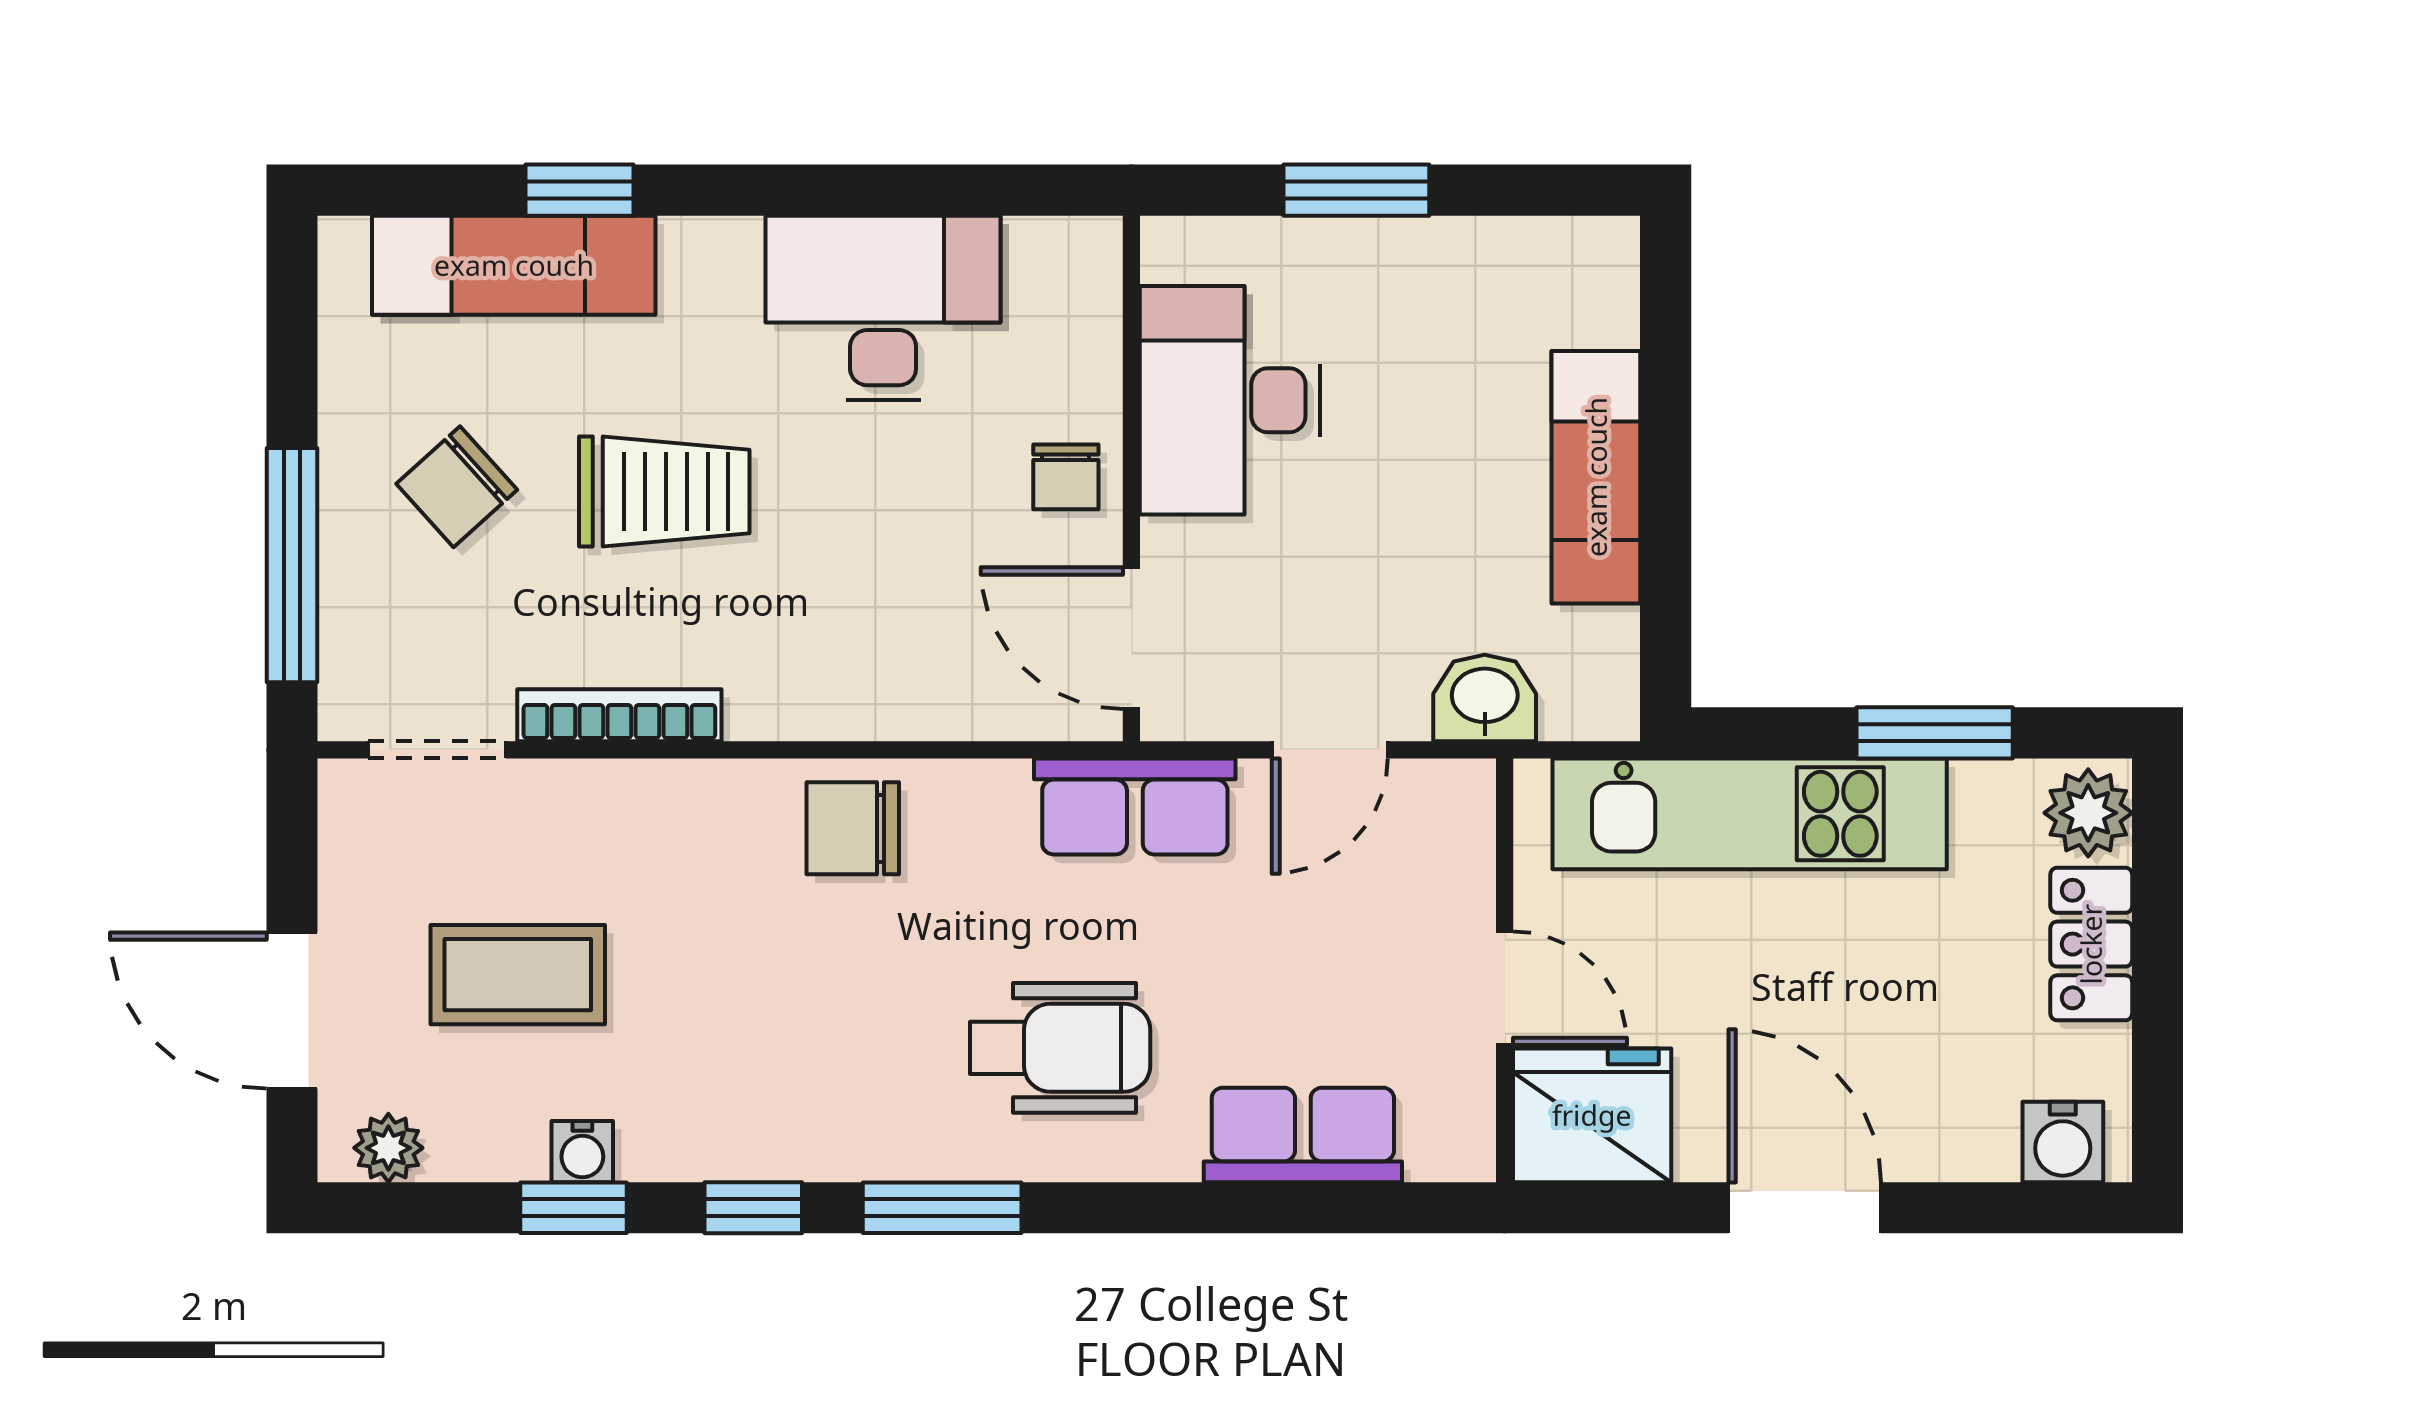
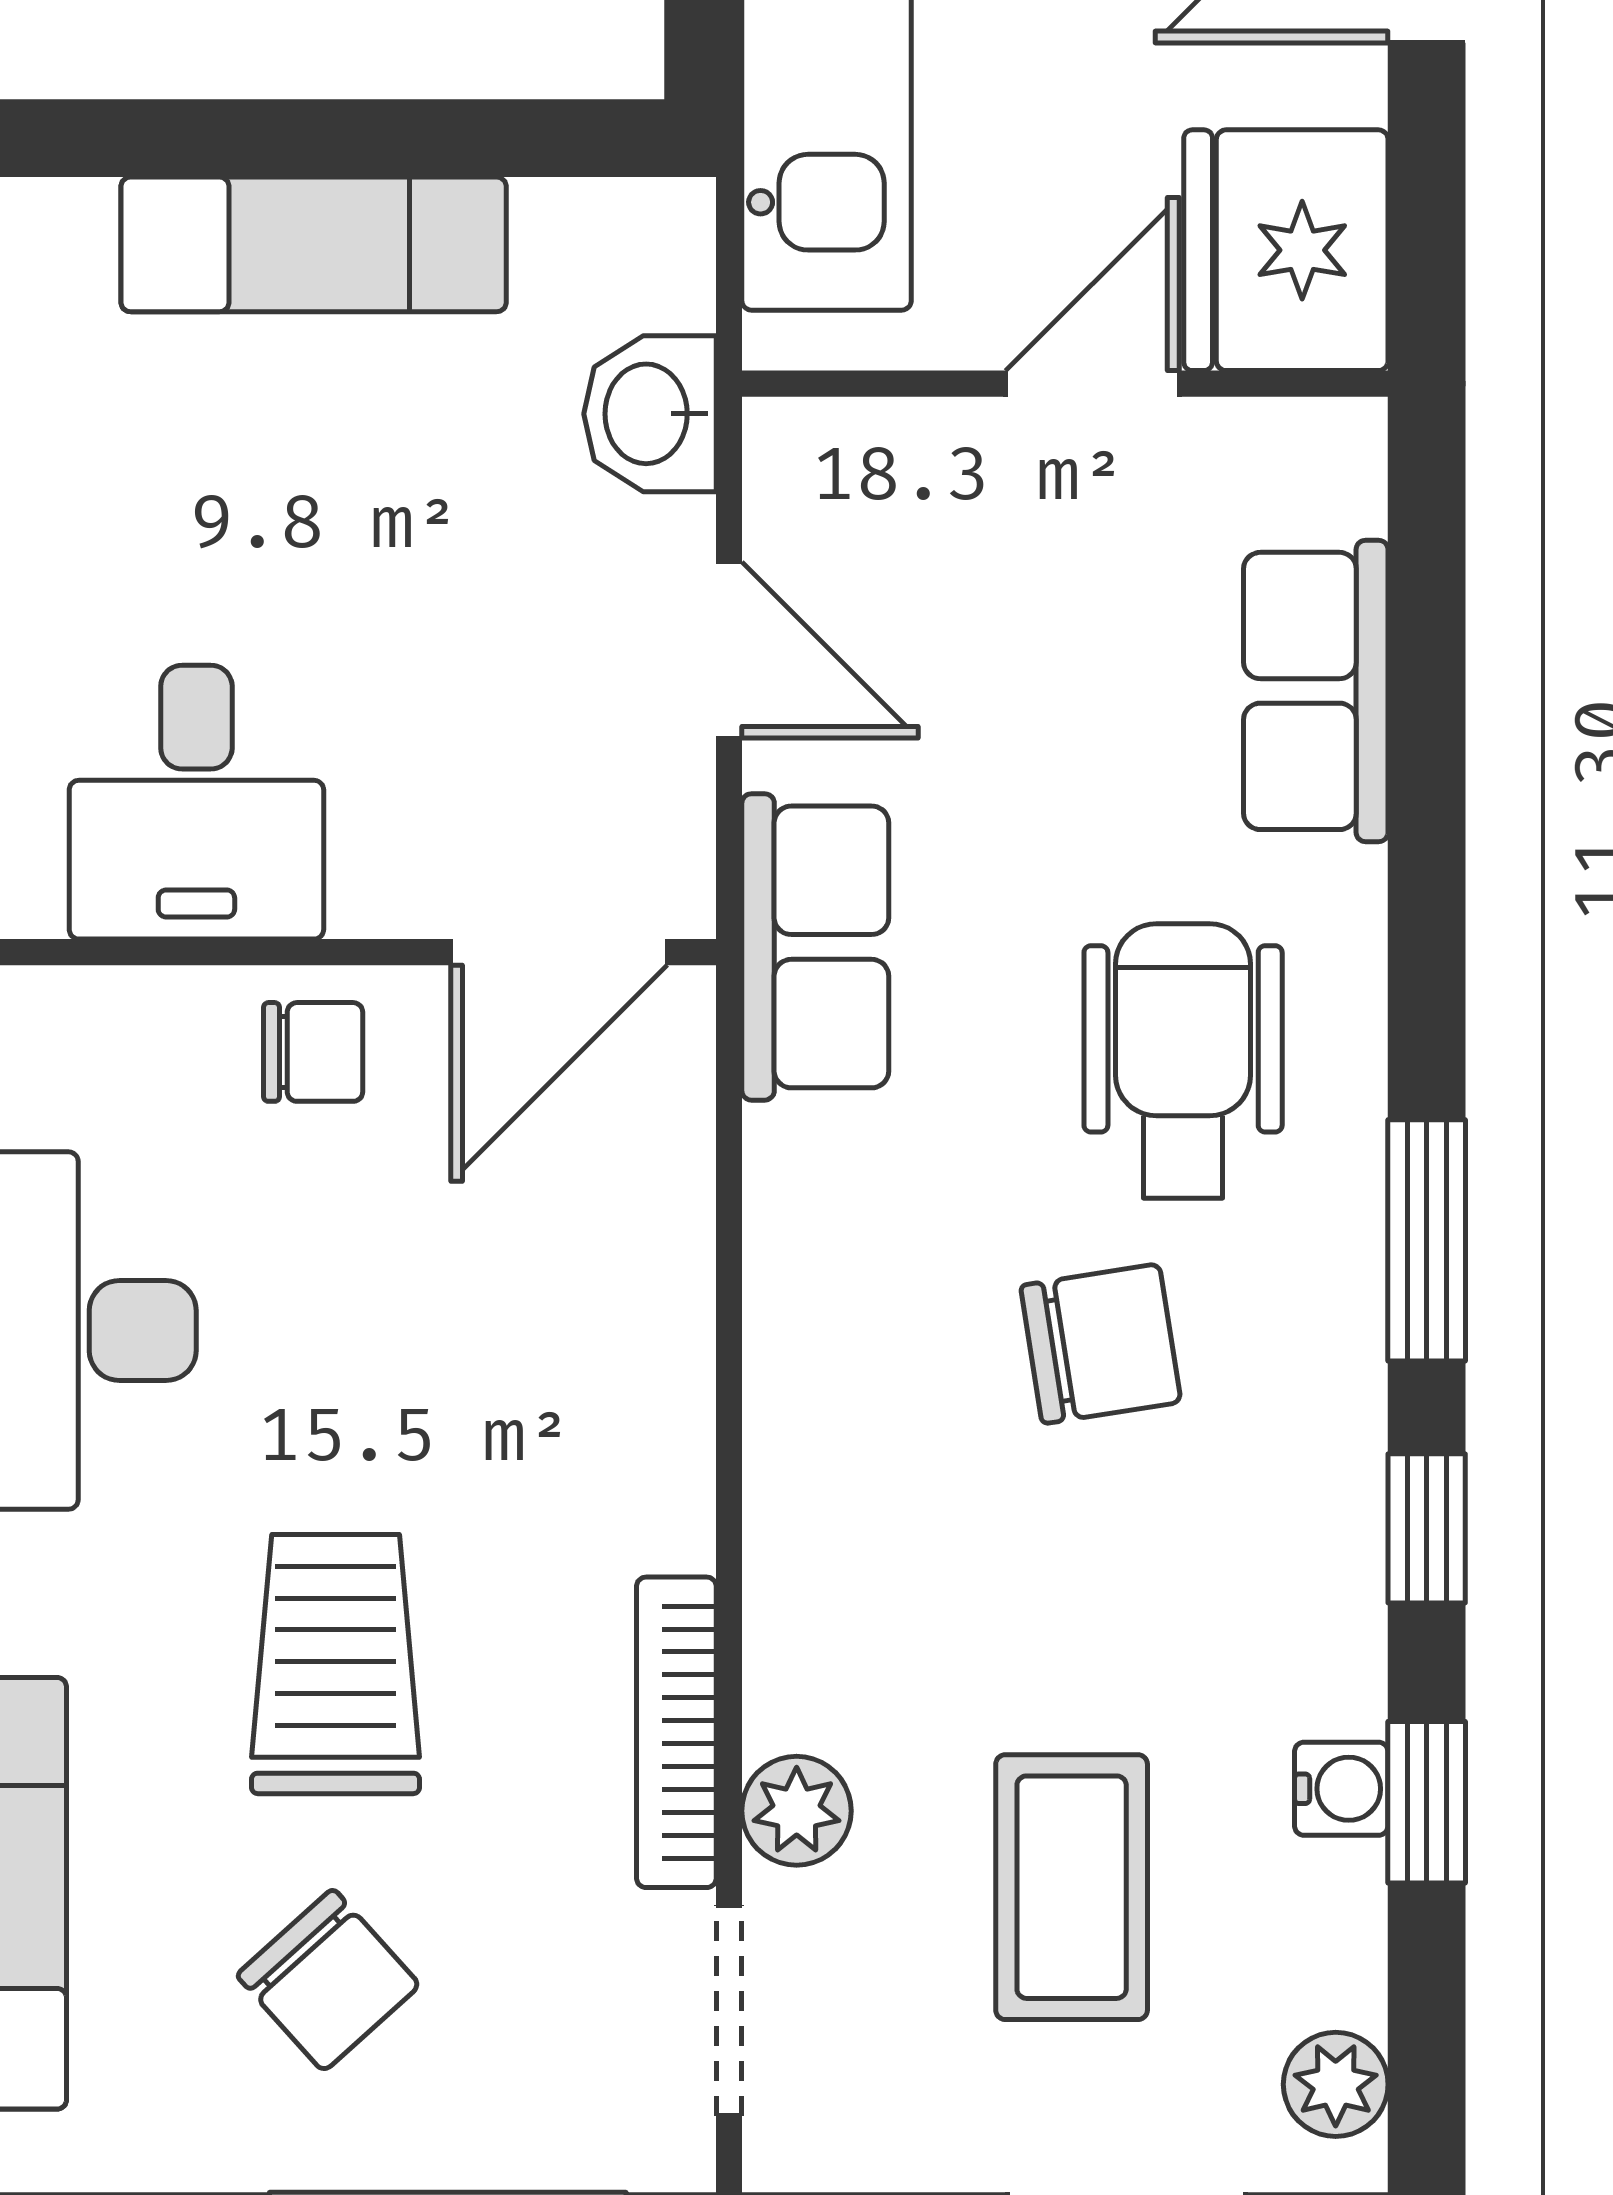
desk: (1230, 400) -> (196, 802), width x0.73
plant: (568, 794) -> (797, 1811), added
chair: (853, 828) -> (1101, 1344), moved, turned -99

